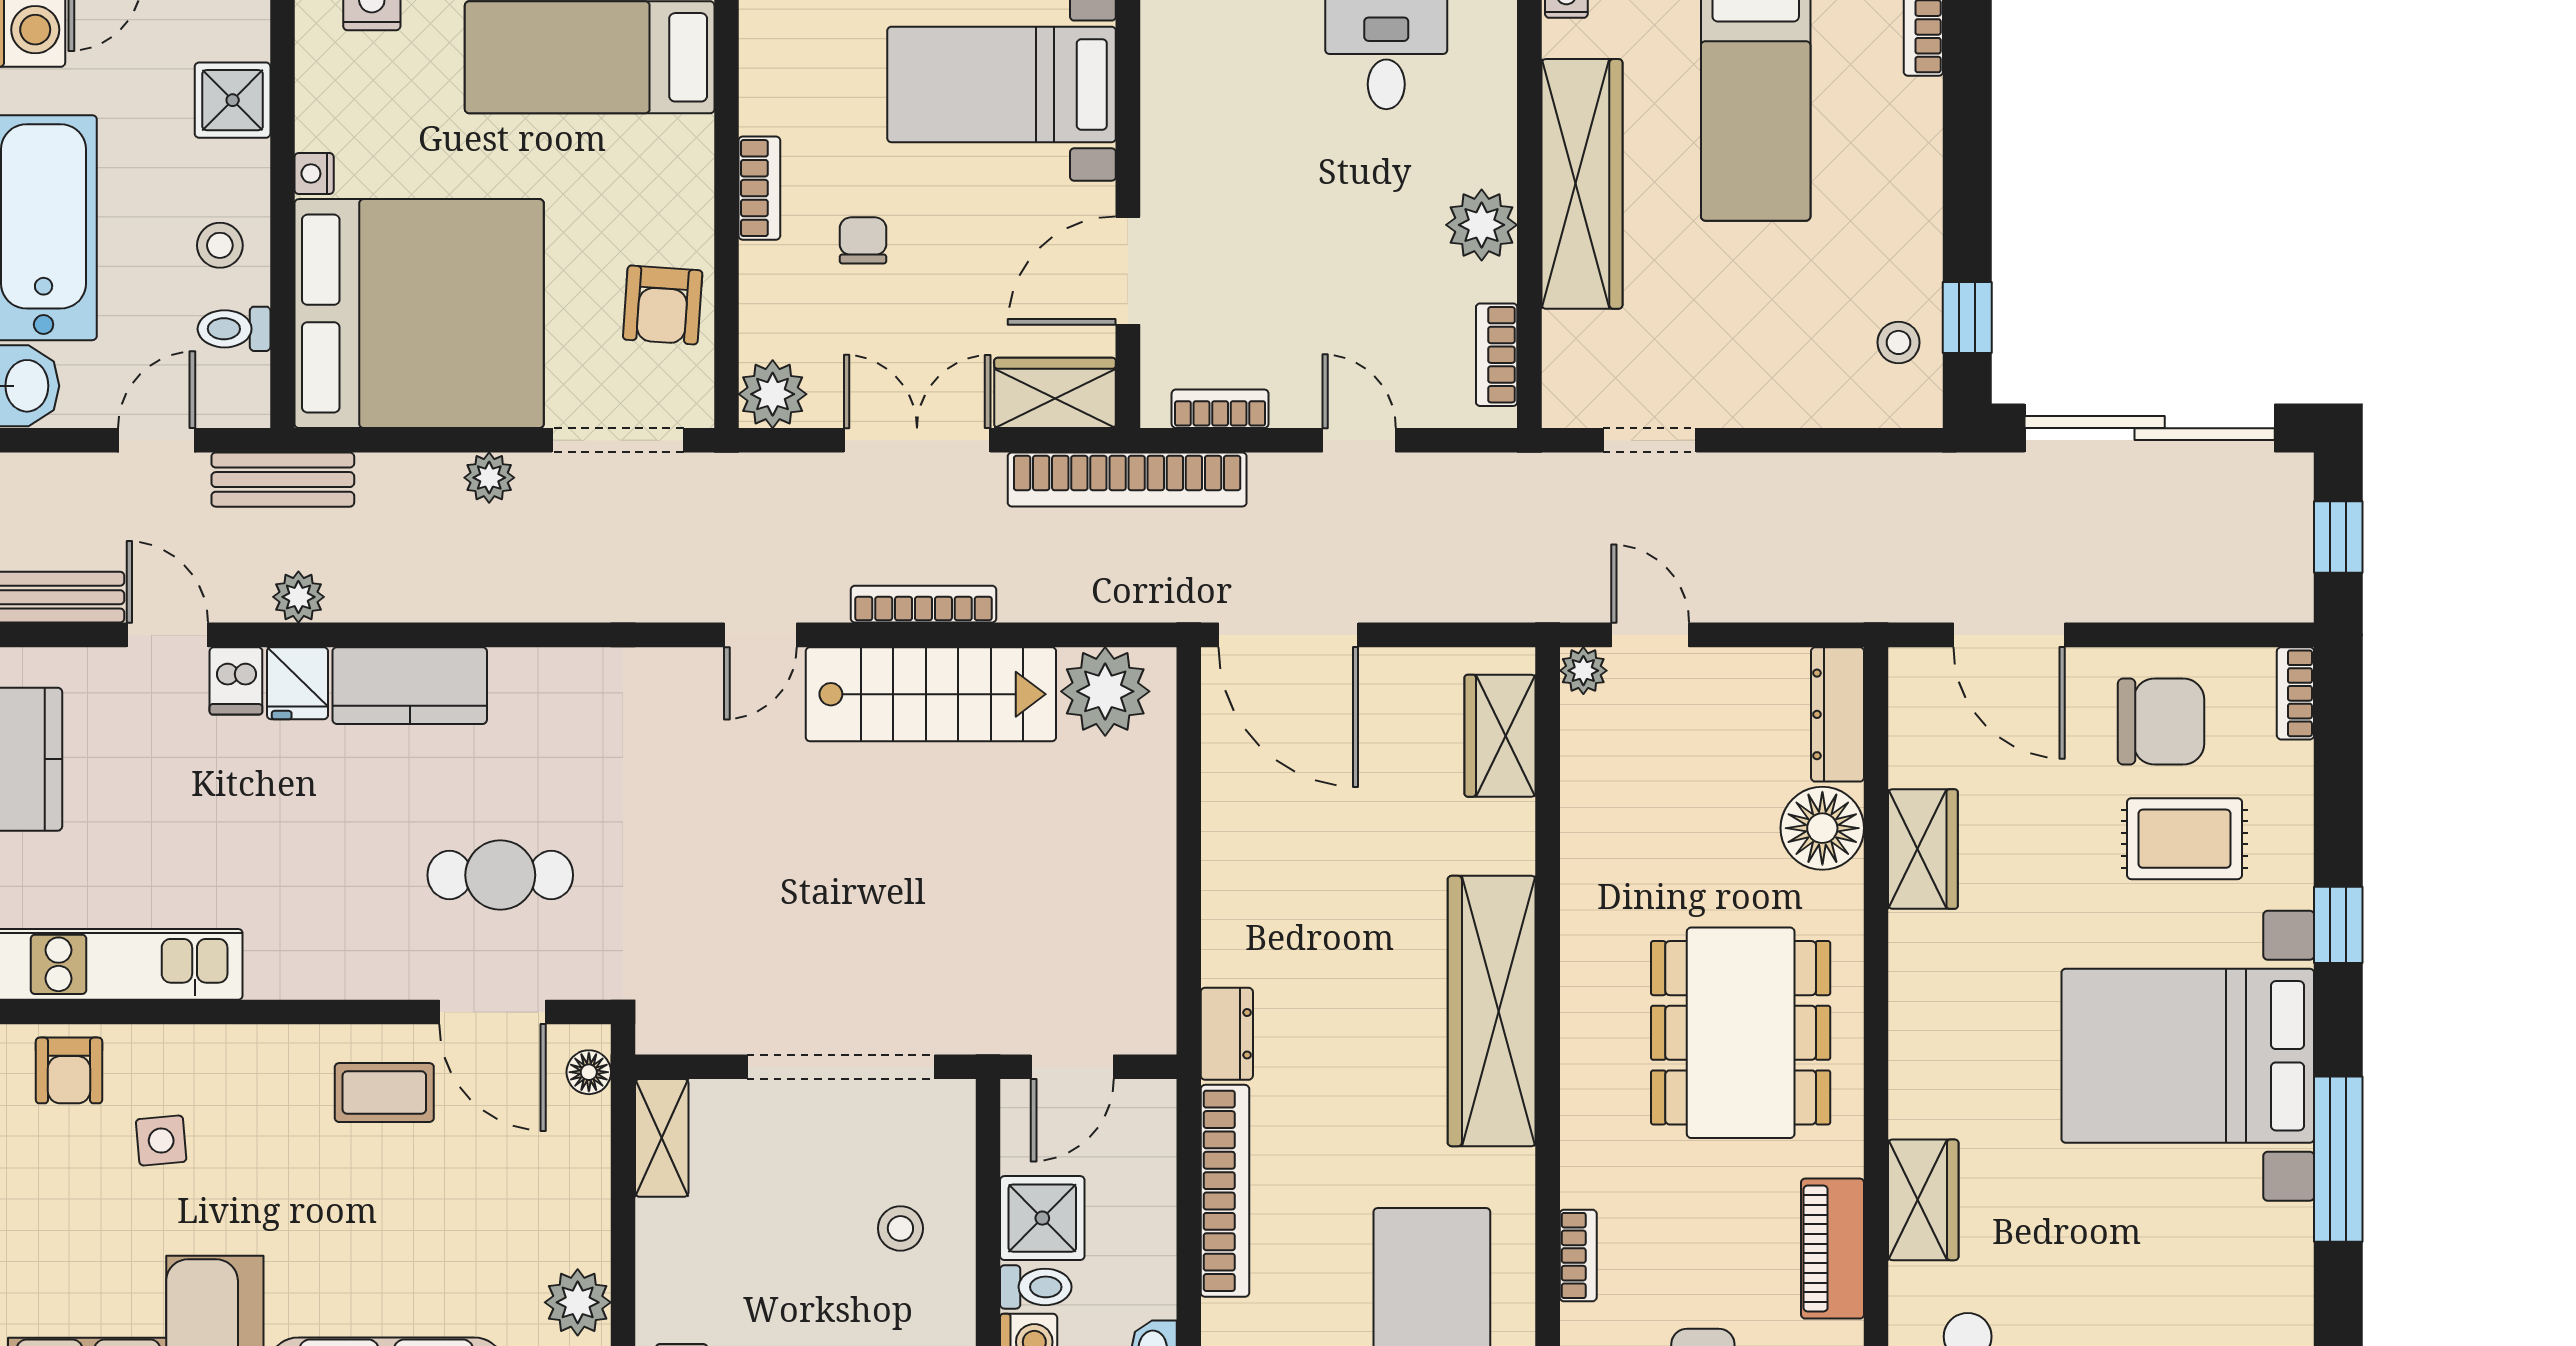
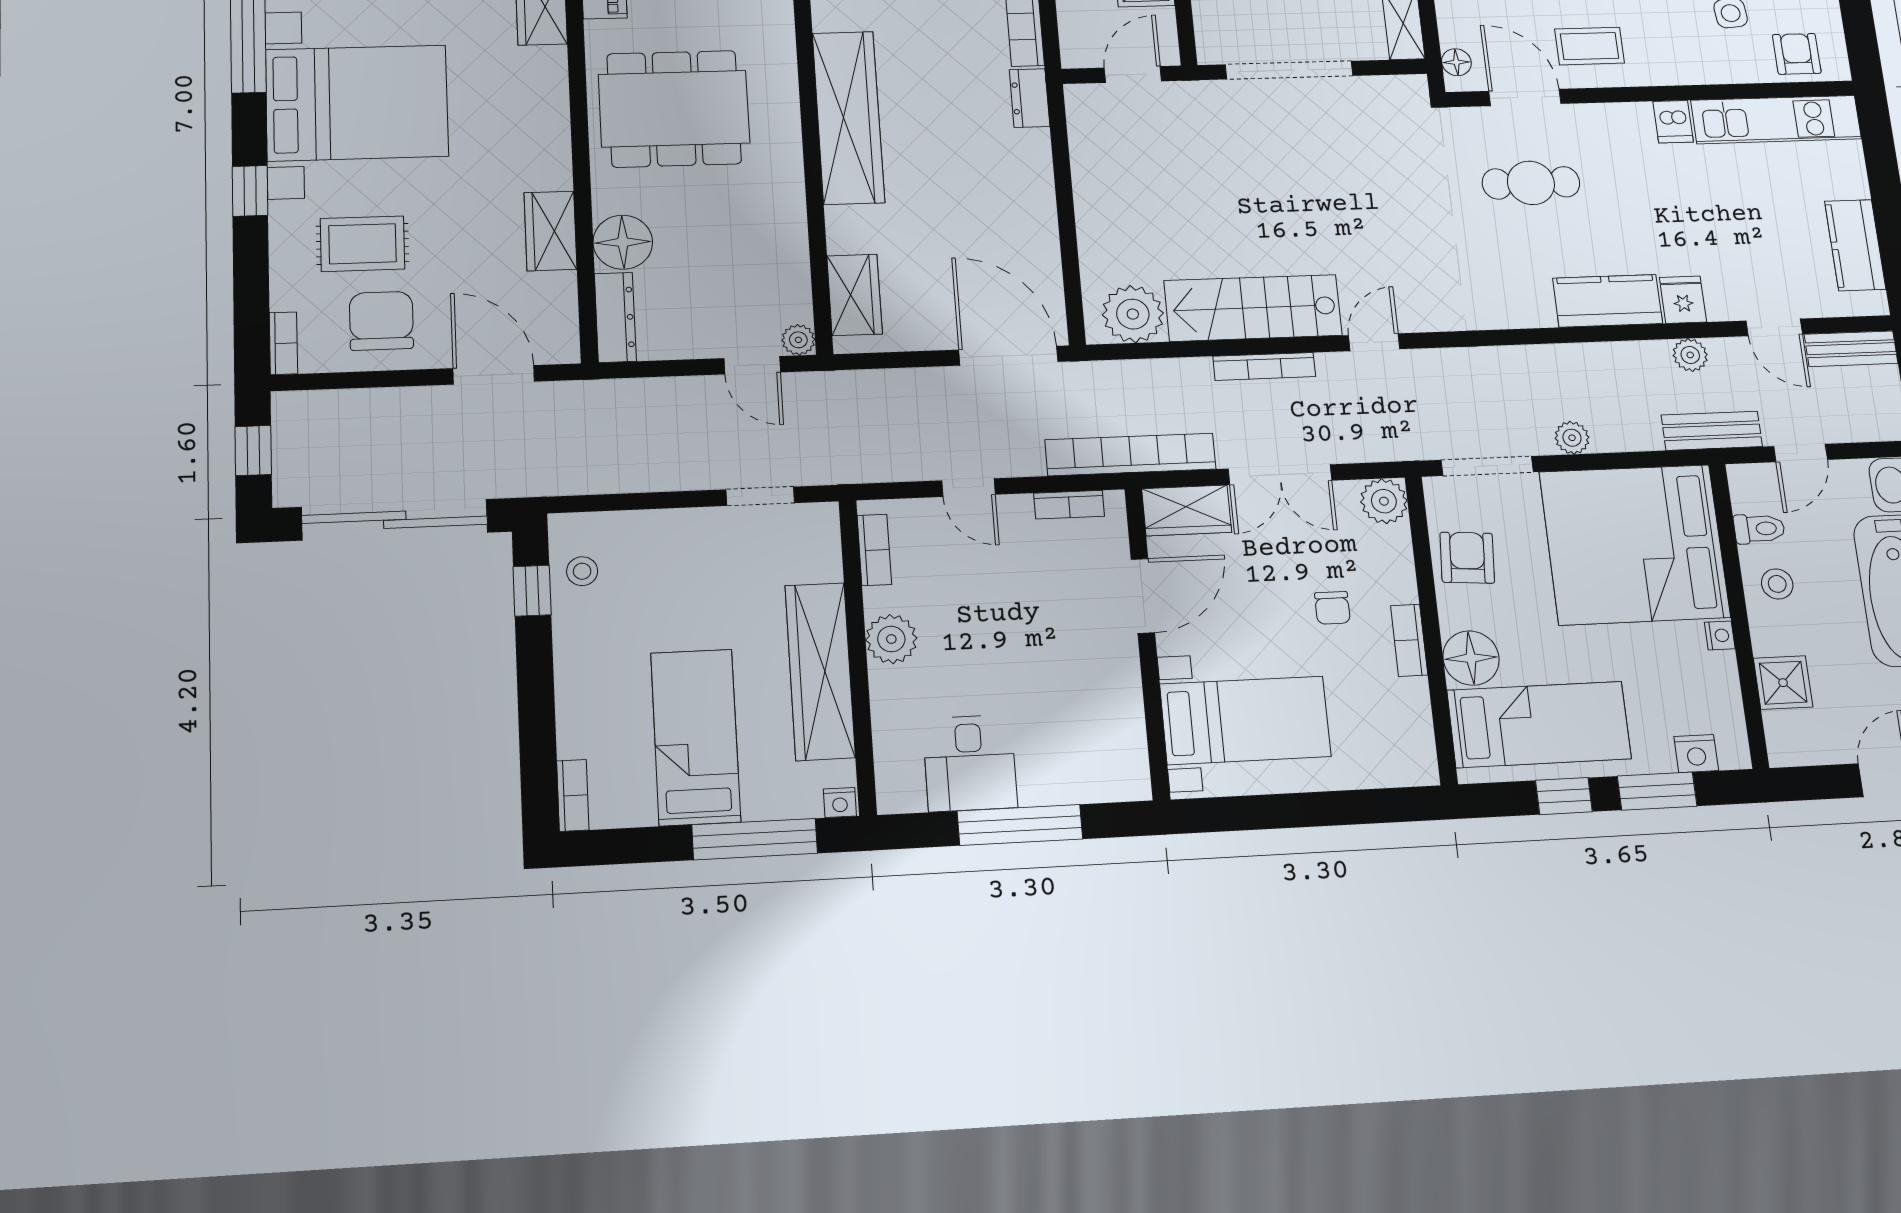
floor lamp: (675, 158) -> (1471, 658), added
dishwasher: (236, 681) -> (1673, 122), moved, turned 180
chair: (2161, 721) -> (381, 321), turned 90
dining table: (1741, 1033) -> (674, 109), turned 90

